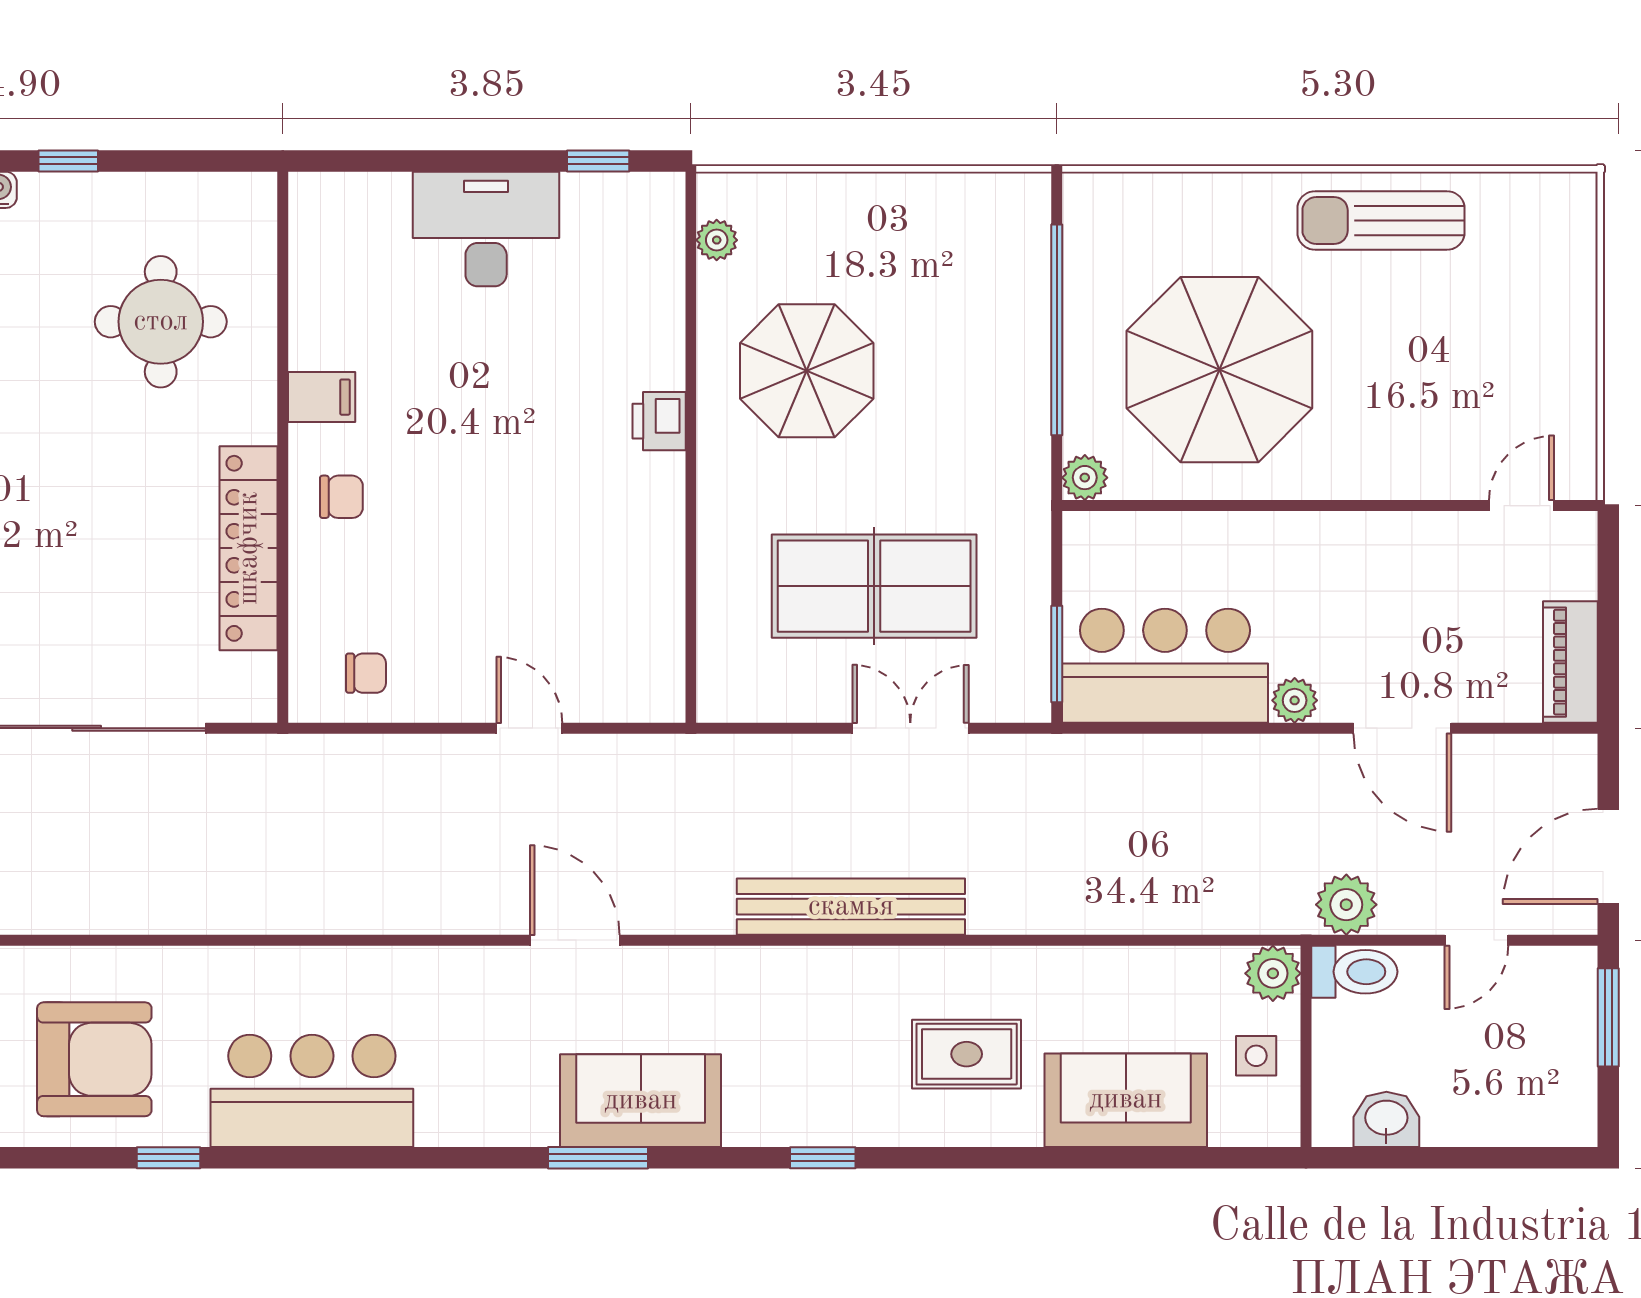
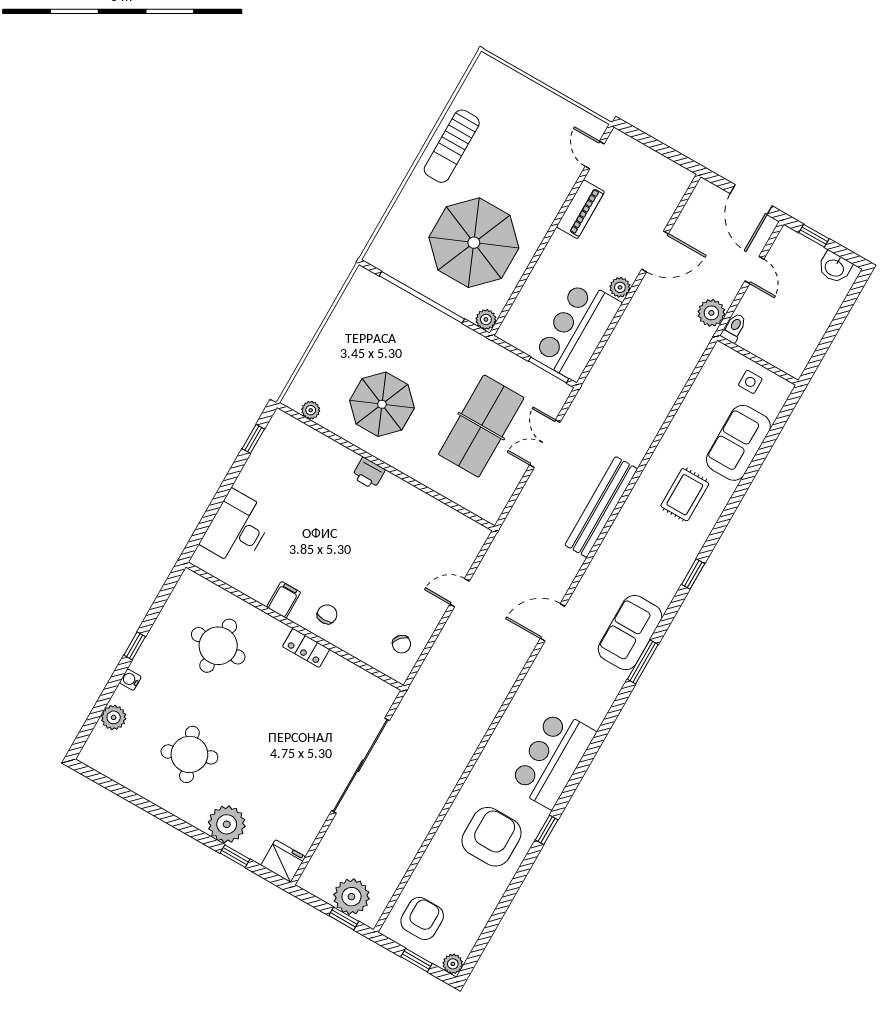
desk: (486, 229) -> (237, 529), moved
locker: (249, 548) -> (306, 648), width x0.46, depth x0.83
piano: (1570, 662) -> (580, 209), moved, turned -90
chair: (366, 673) -> (401, 644), turned 132
toilet: (1354, 972) -> (734, 328), width x0.73, depth x0.72
plant: (1273, 973) -> (722, 357), removed
window: (1608, 1017) -> (814, 236), width x0.67
washbasin: (1386, 1119) -> (835, 267), moved, turned -90

